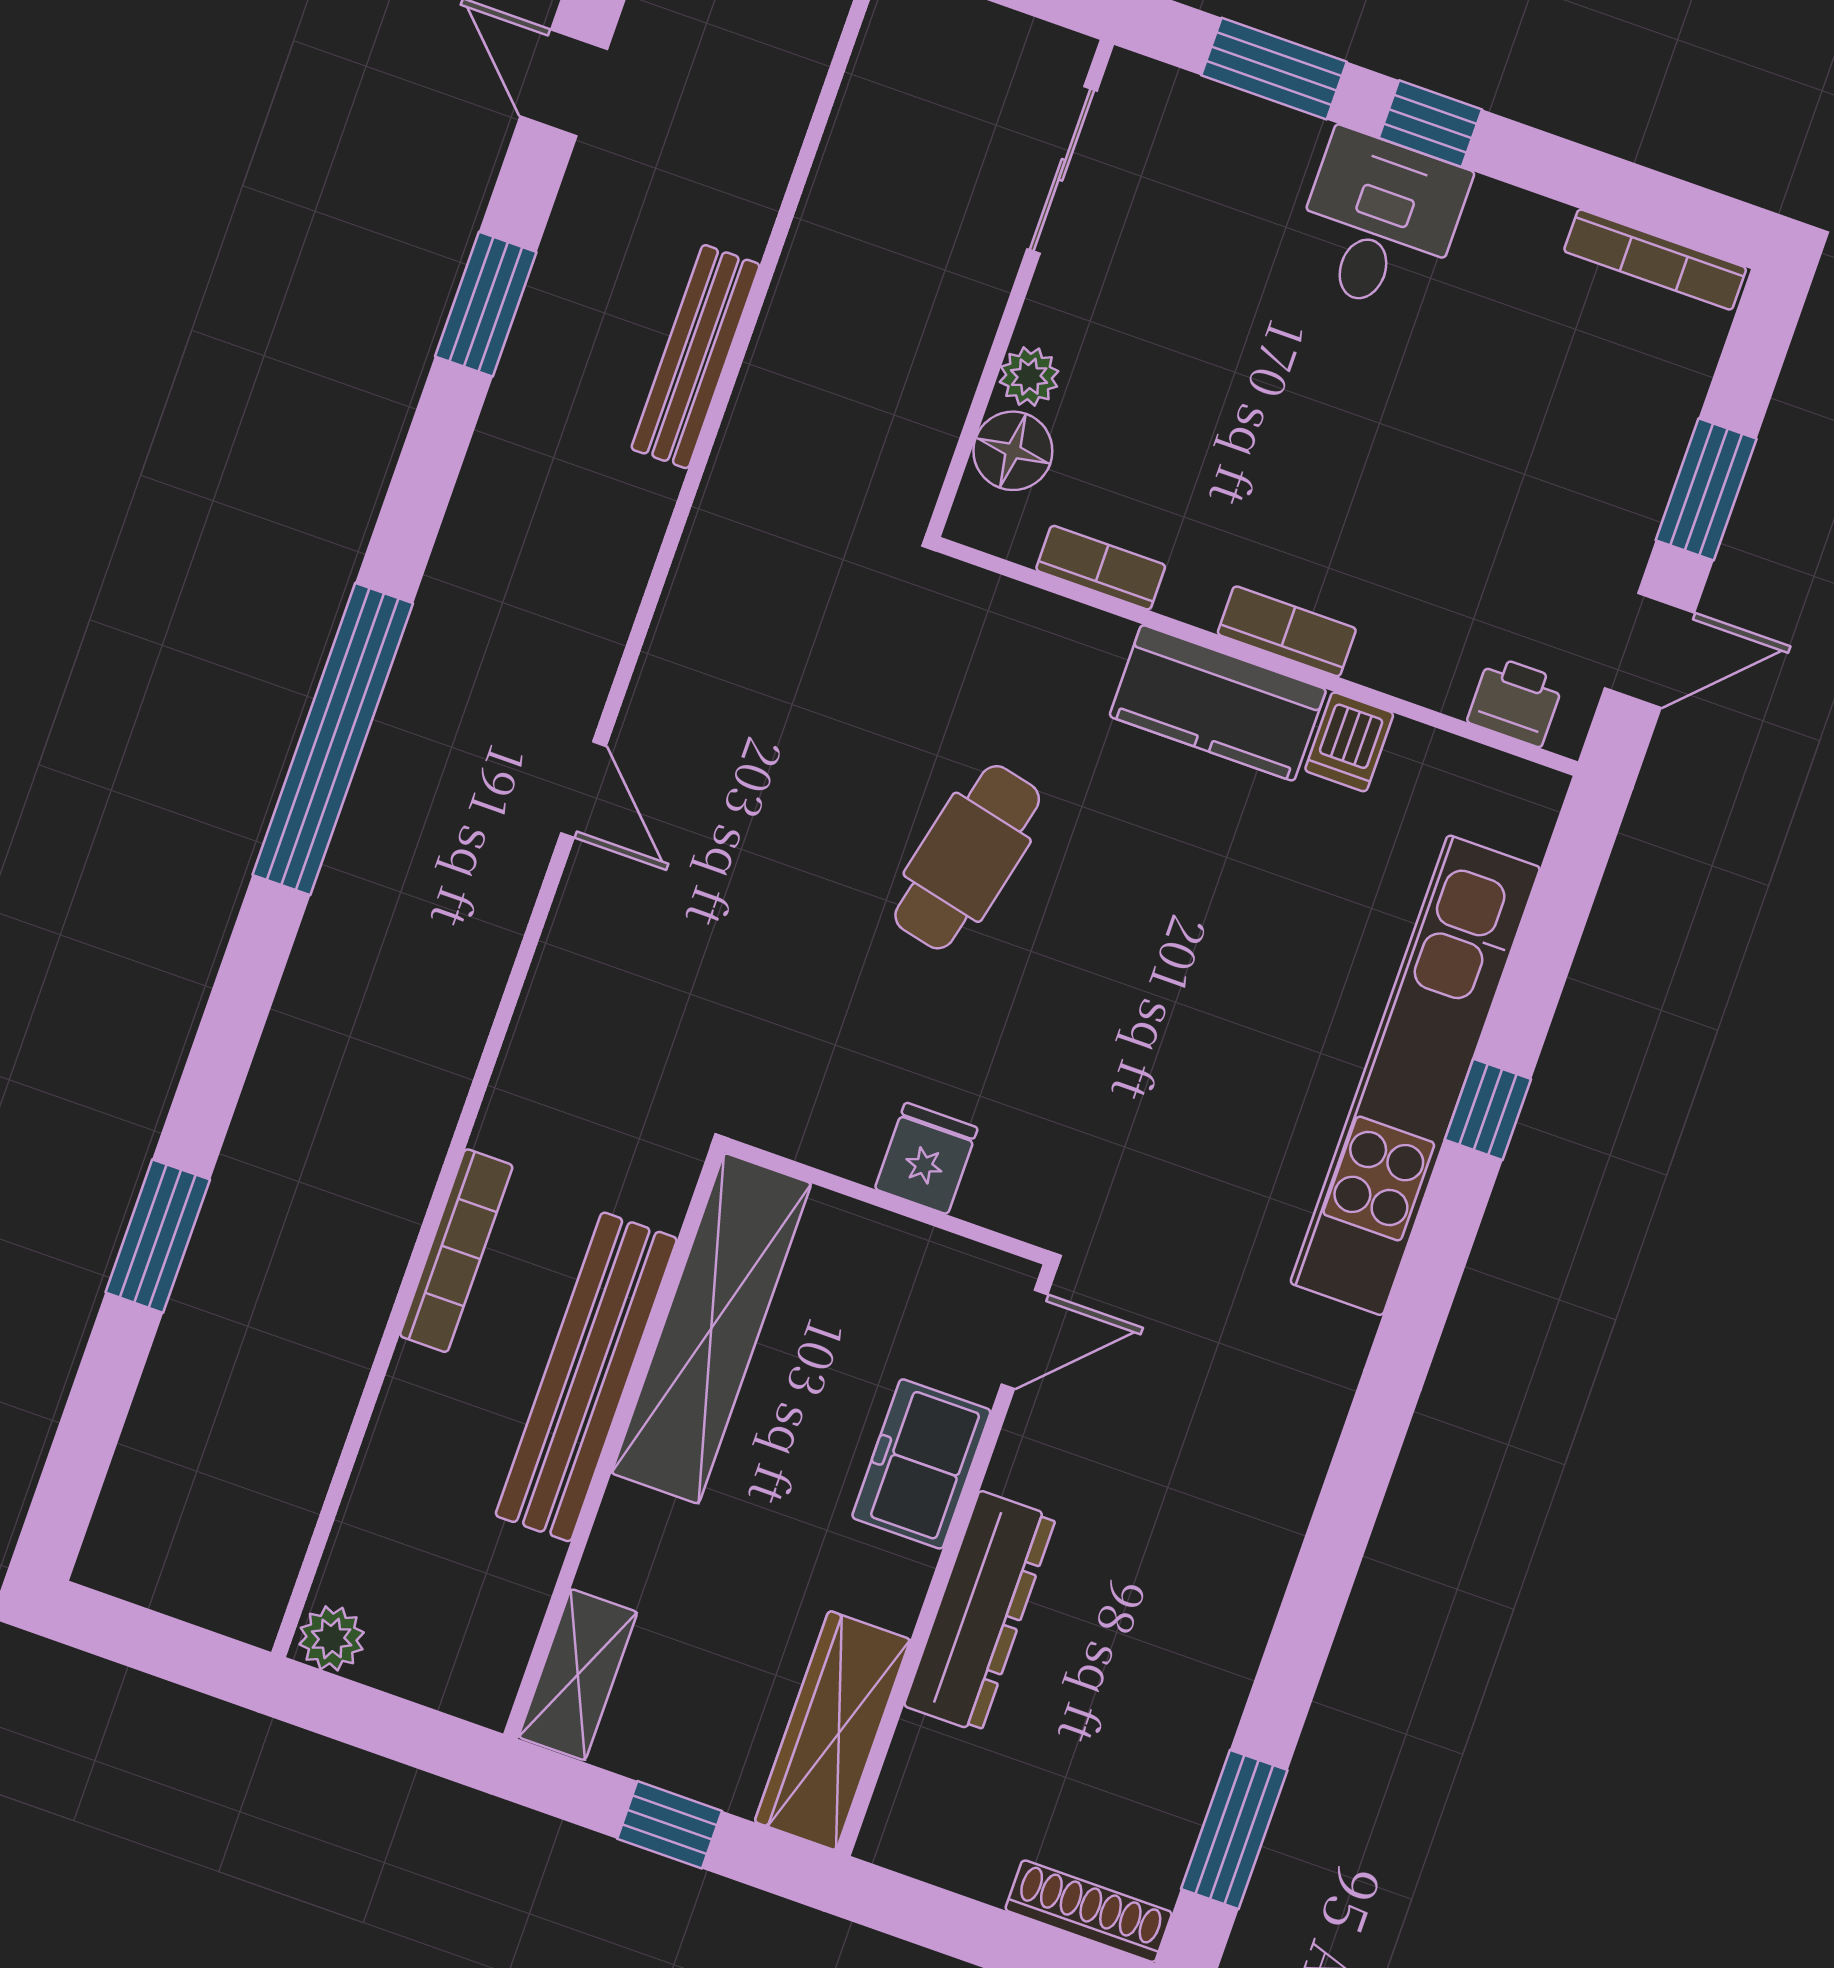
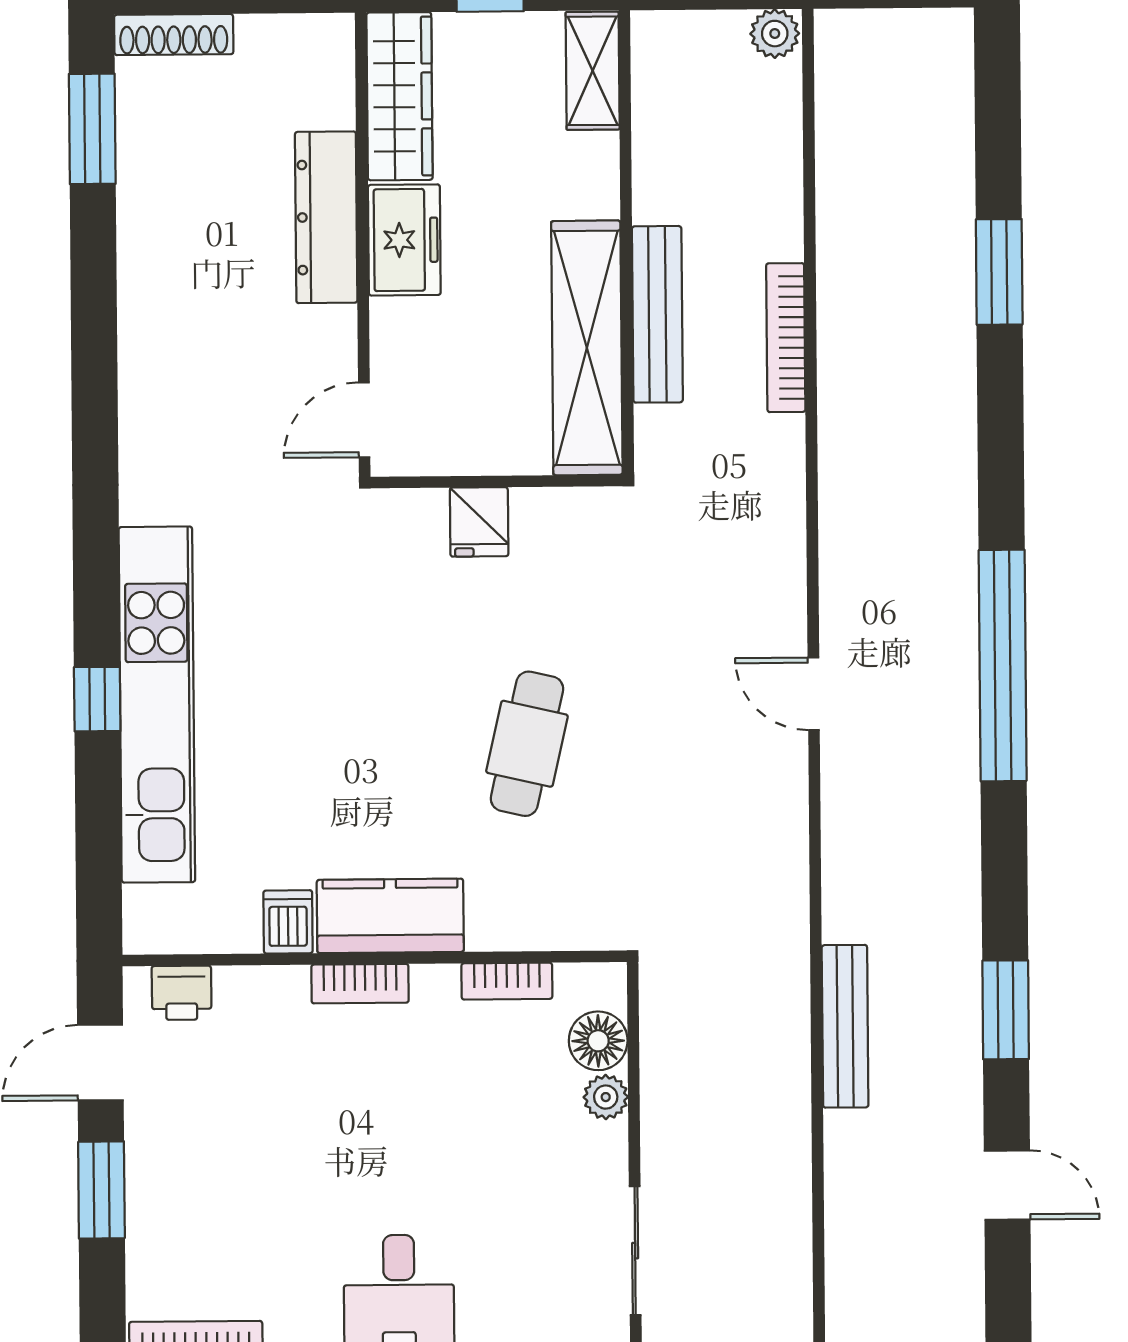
bench: (586, 1377) -> (657, 314), width x0.73, depth x0.82
freezer: (921, 1464) -> (404, 240), moved

